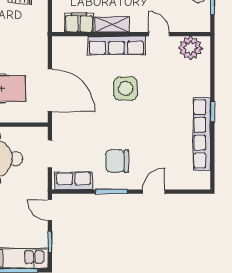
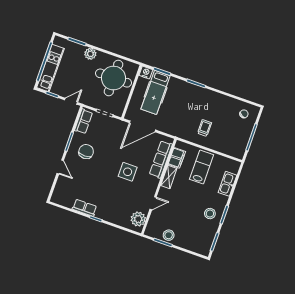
row of seats: (116, 45) -> (161, 159), moved
row of seats: (202, 134) -> (85, 208), width x0.50

